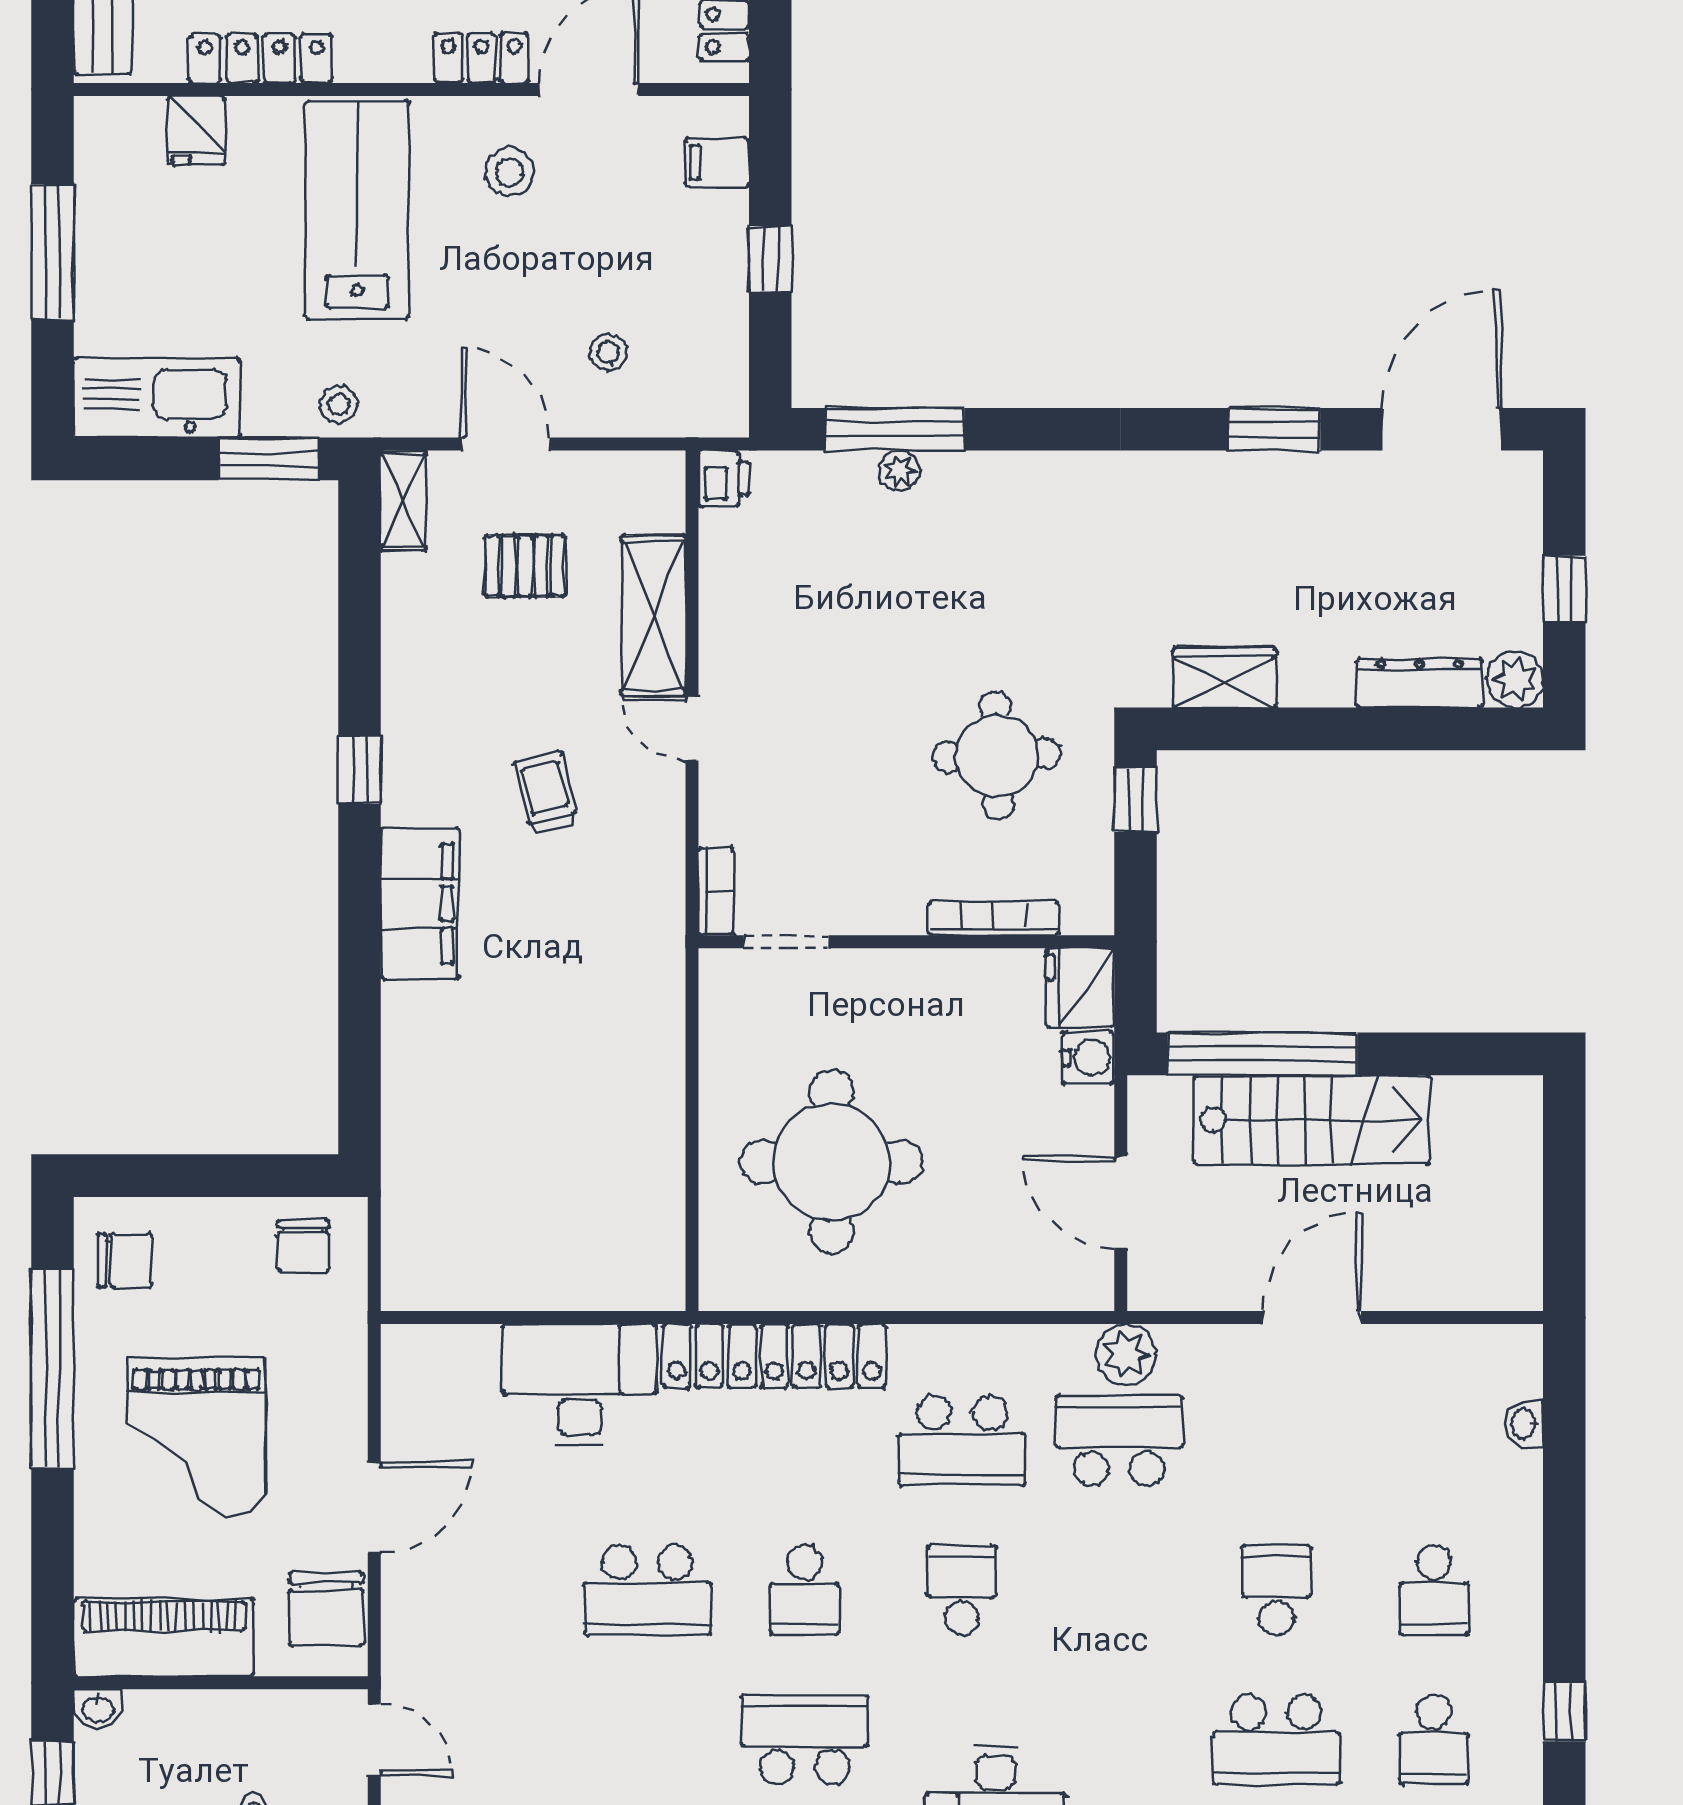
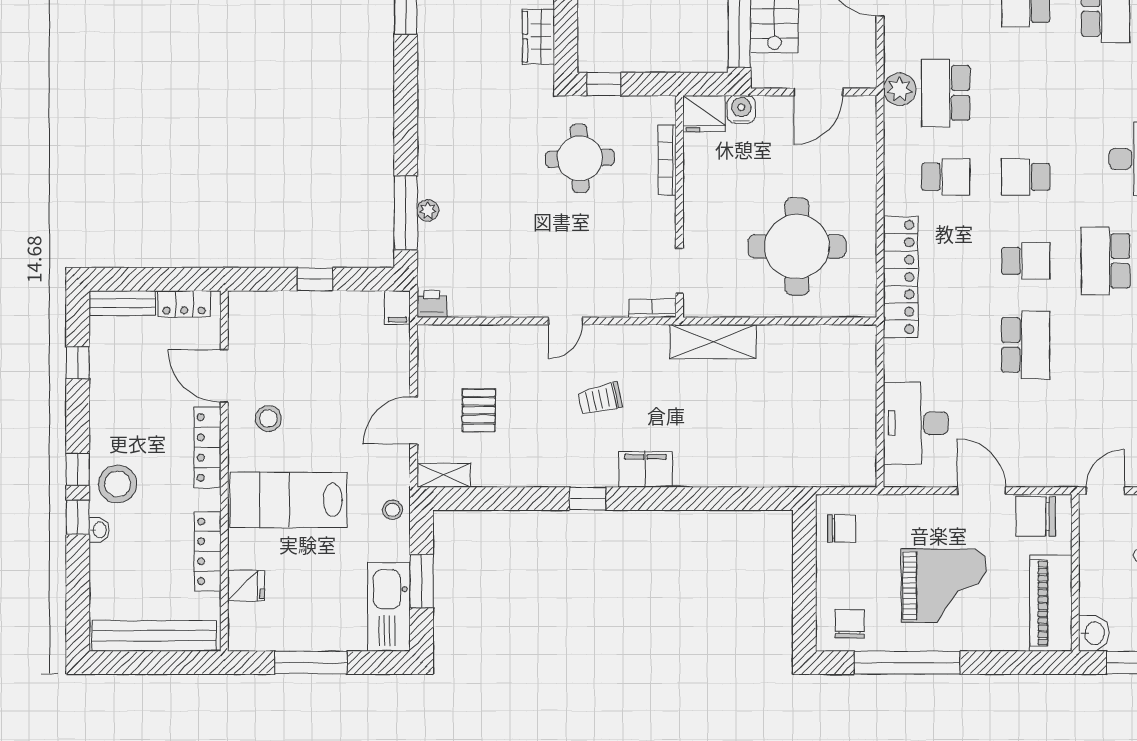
locker: (481, 58) -> (207, 447), width x1.53
filing cabinet: (717, 162) -> (397, 308), moved
stool: (608, 352) -> (365, 366), removed
window: (269, 459) -> (422, 581), moved
shelving: (653, 616) -> (713, 342), moved
filing cabinet: (420, 903) -> (646, 469), width x0.67, depth x0.86
desk: (579, 1384) -> (916, 423), moved
school desk: (962, 1441) -> (946, 177), width x0.54
chair: (326, 1609) -> (1036, 516), turned 180
washbasin: (98, 1709) -> (1094, 633), width x1.38, depth x1.45

